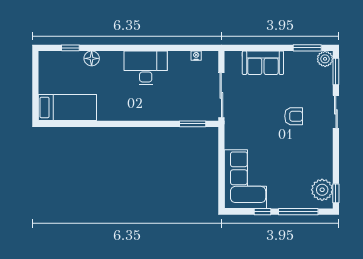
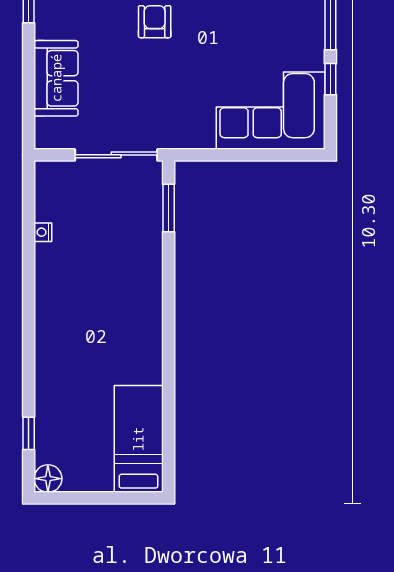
nightstand: (196, 56) -> (43, 232), moved
floor lamp: (92, 58) -> (48, 479), moved
desk: (146, 68) -> (65, 295), removed

